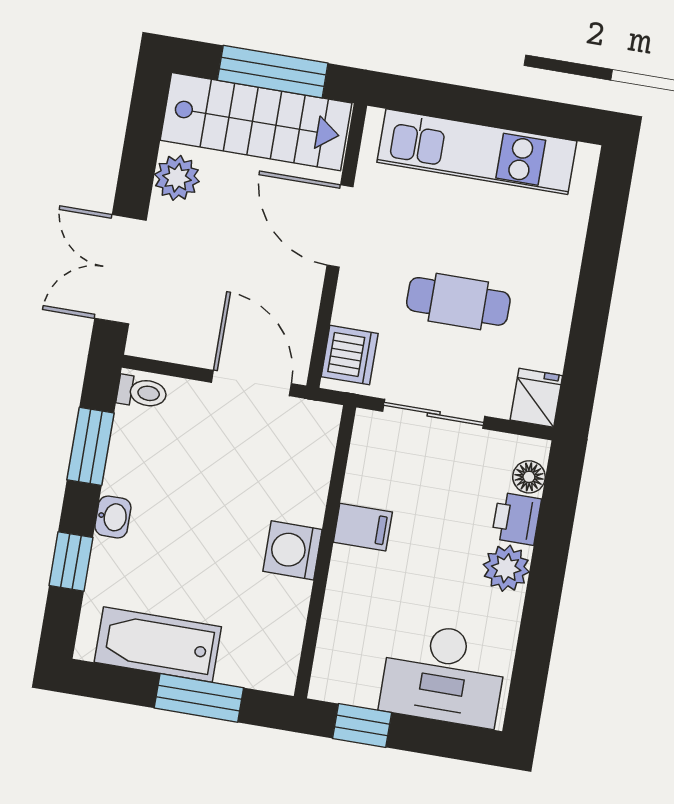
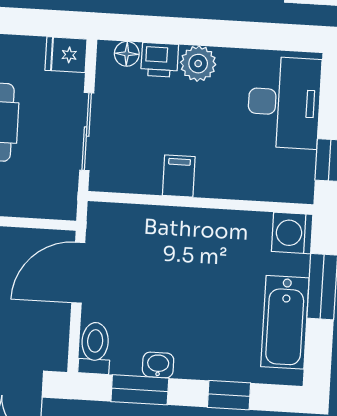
dishwasher: (350, 355) -> (49, 200), removed
toilet: (142, 392) -> (95, 348), width x1.37, depth x1.39
washbasin: (113, 517) -> (158, 365), moved
washing machine: (292, 550) -> (292, 233), moved, turned 90

